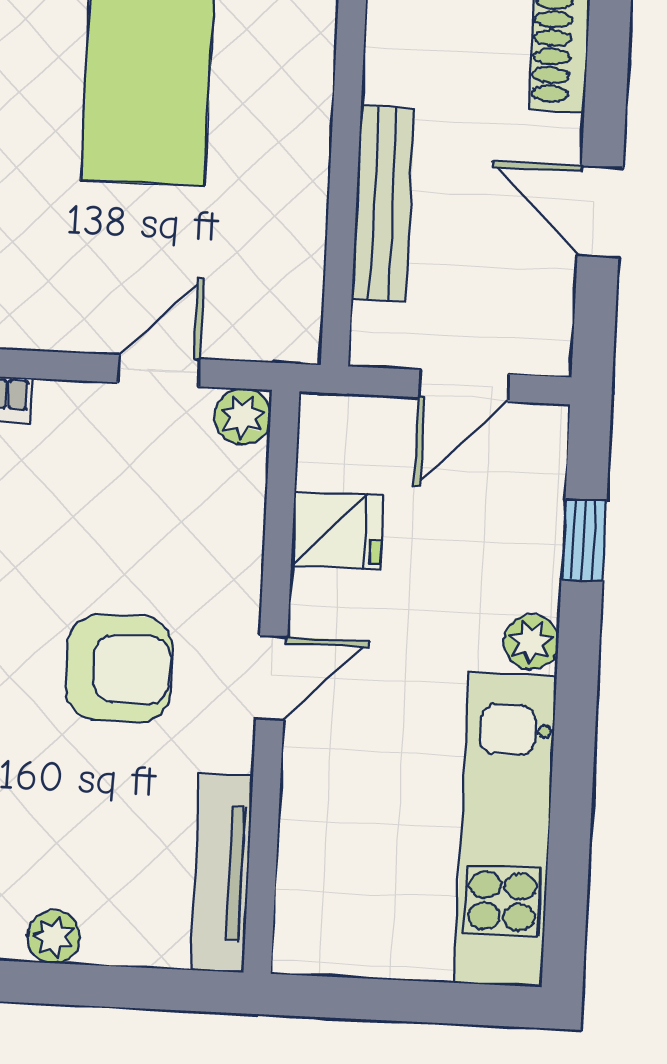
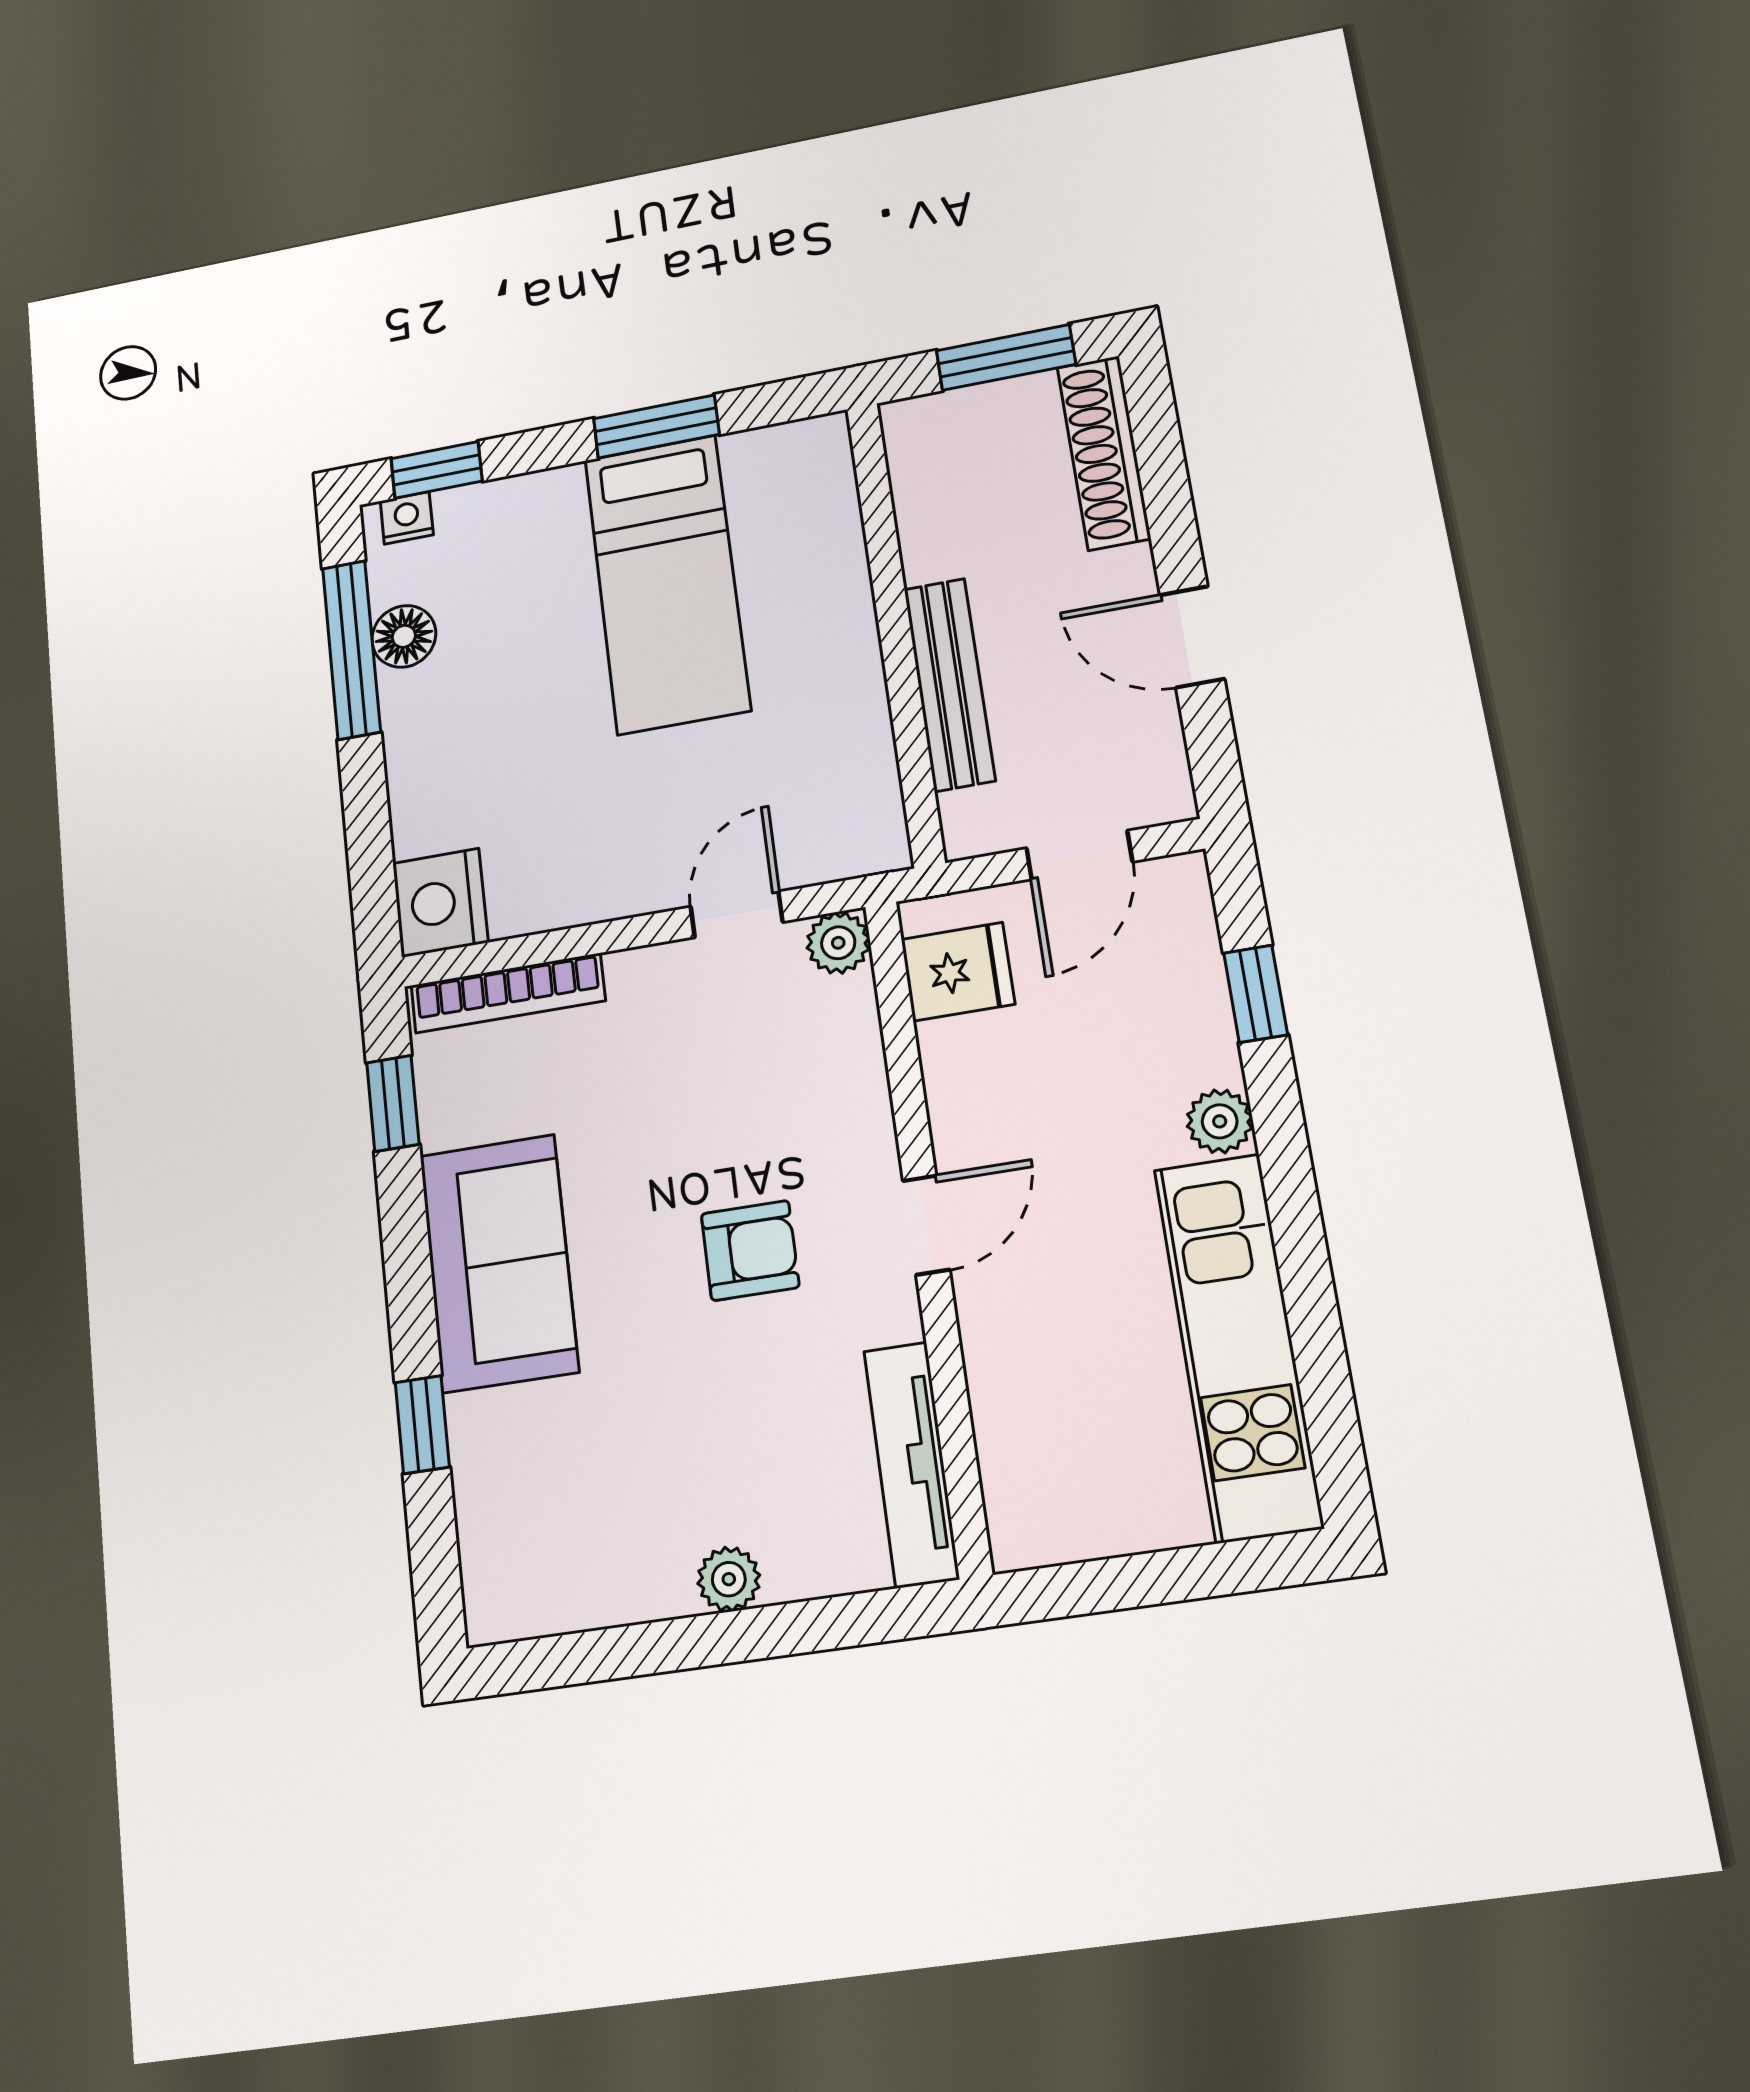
fridge: (337, 531) -> (958, 972), moved
armchair: (119, 668) -> (750, 1250), width x0.72, depth x0.72

